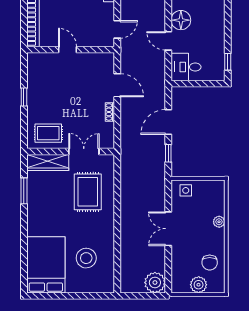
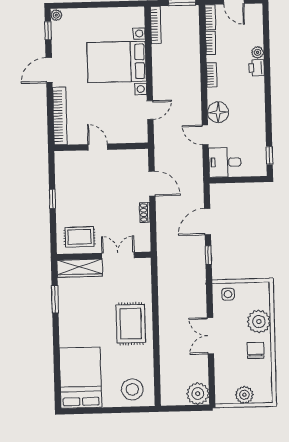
door: (117, 29) -> (150, 110), moved
rug: (88, 192) -> (131, 324), moved
plant: (219, 222) -> (259, 321), width x1.88, depth x1.88
stool: (86, 258) -> (132, 389), moved
chair: (210, 263) -> (256, 350), moved, turned 180

